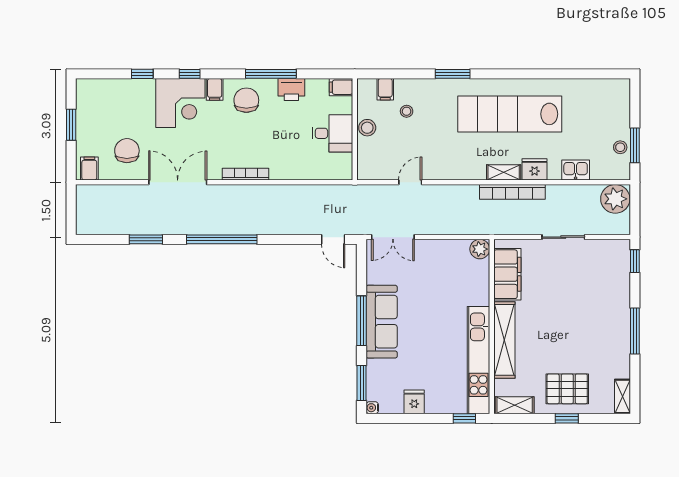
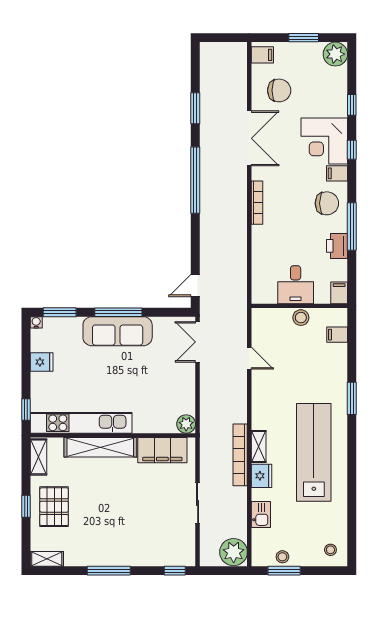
plant: (88, 91) -> (335, 54), added
stool: (407, 111) -> (330, 550), moved

